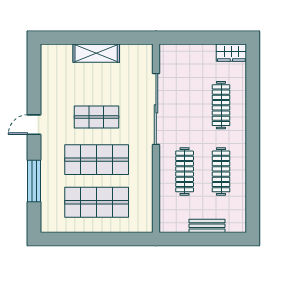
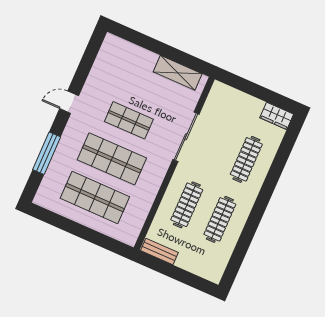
shelving: (96, 53) -> (178, 73), moved
sliding door: (156, 109) -> (186, 137), width x0.73
bench: (207, 226) -> (159, 251), moved

